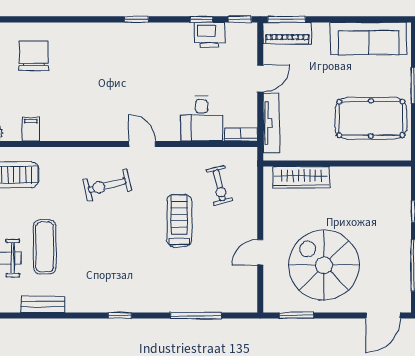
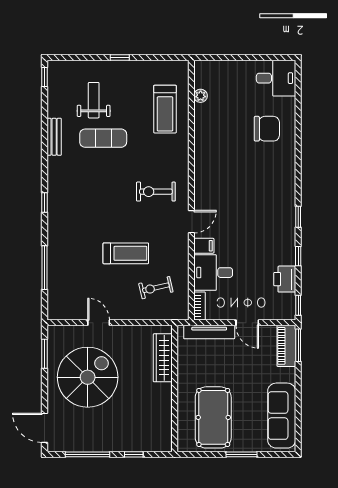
window: (202, 19) -> (298, 256), moved
filing cabinet: (31, 129) -> (204, 246), moved
exercise bike: (107, 185) -> (156, 192), turned -76

